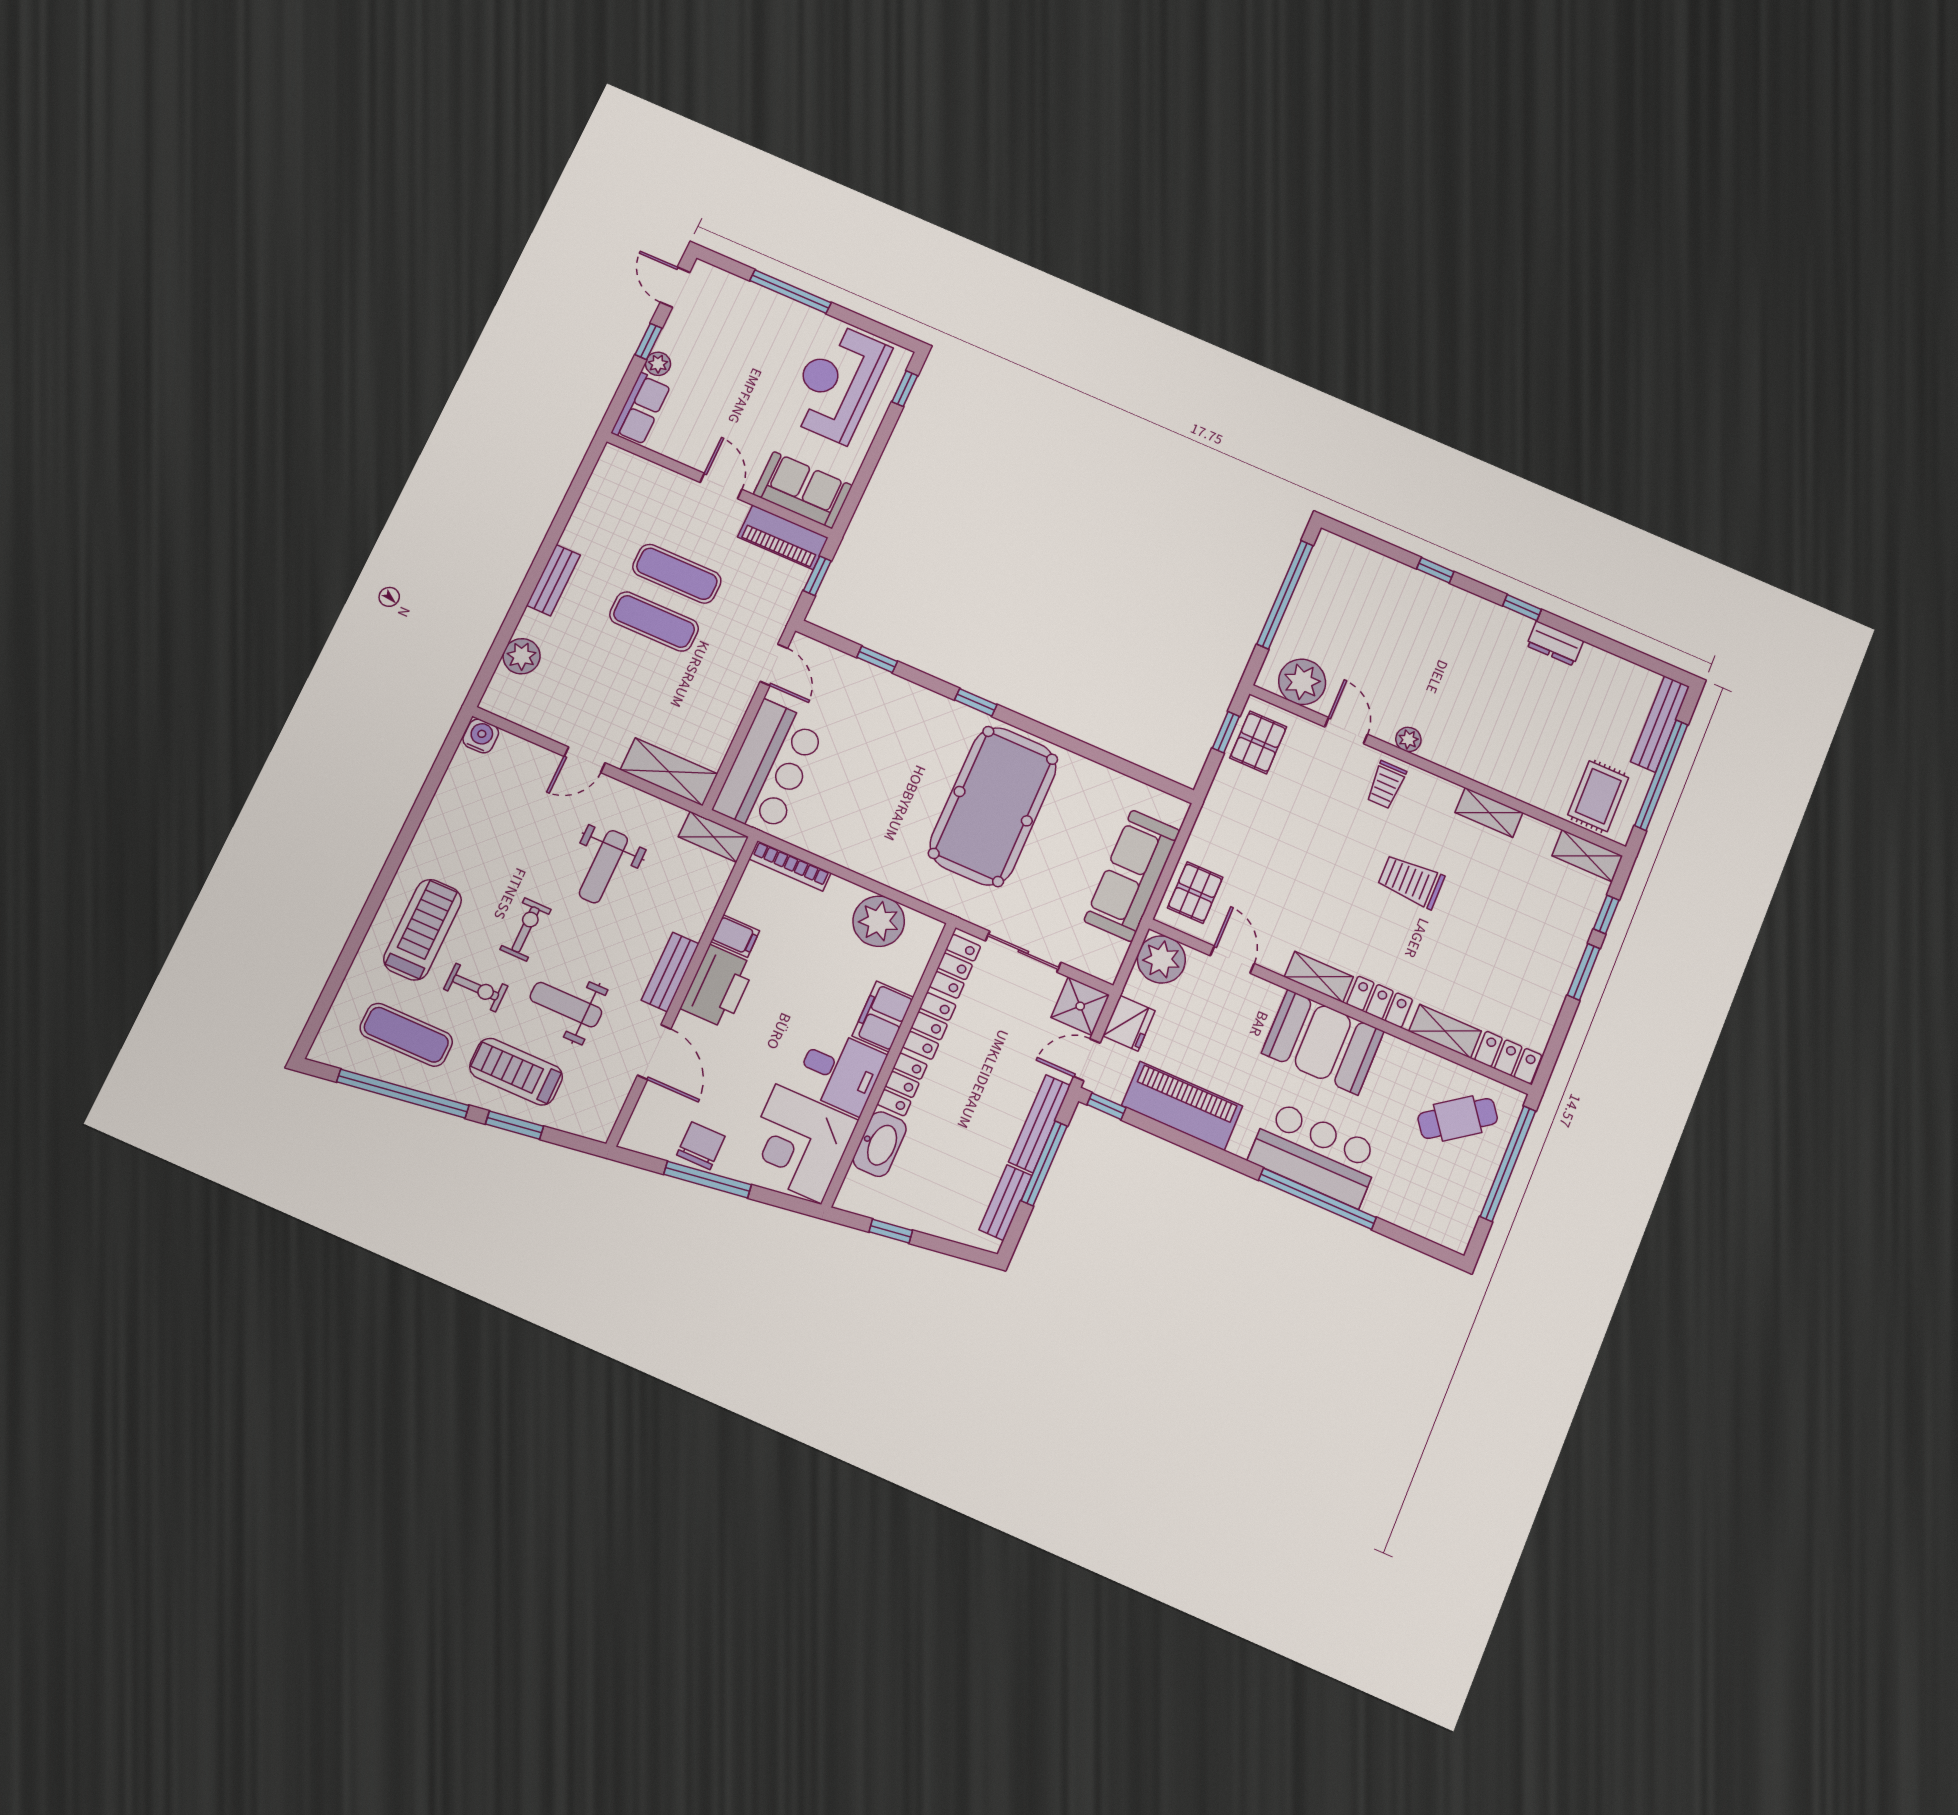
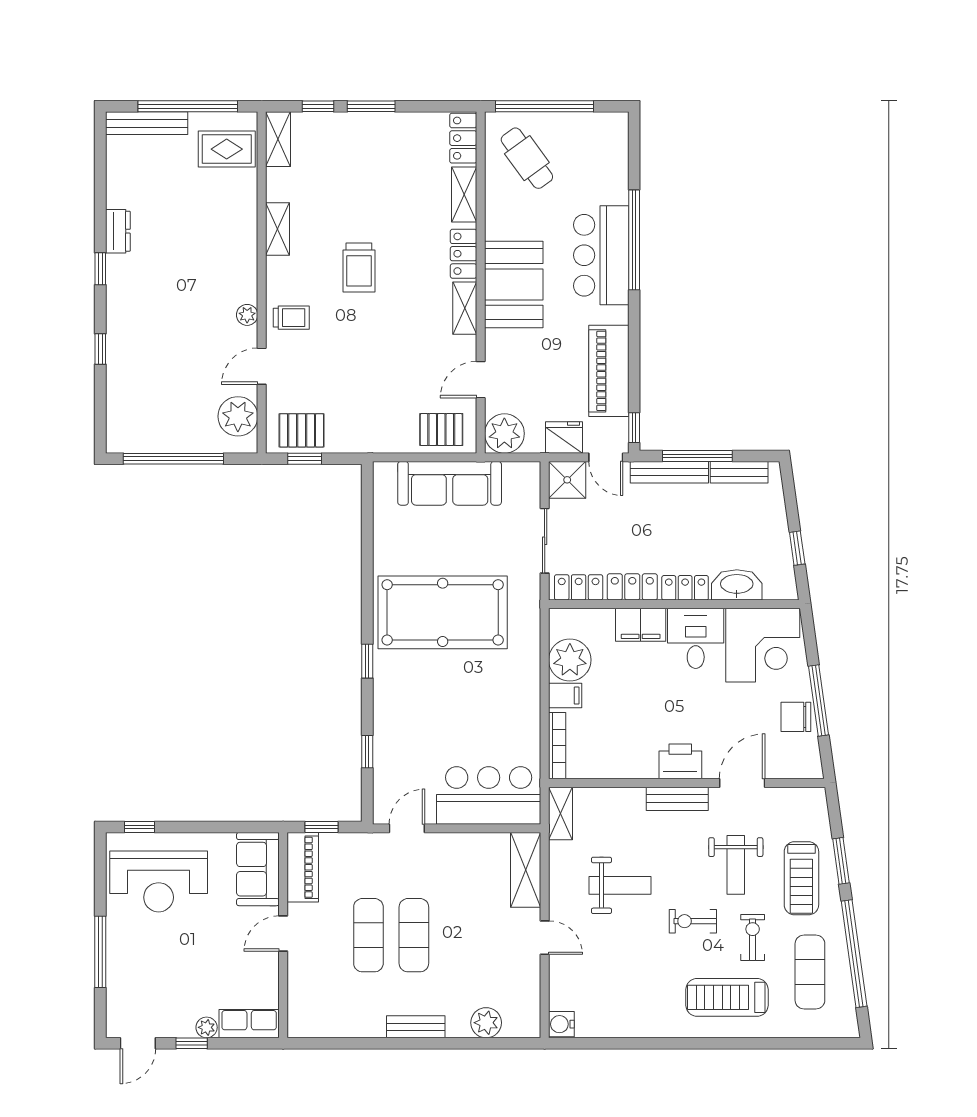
filing cabinet: (735, 936) -> (565, 696), moved, turned 90
printer: (718, 987) -> (680, 761), width x0.73, depth x0.84

